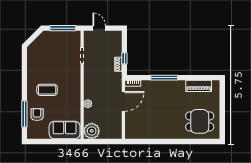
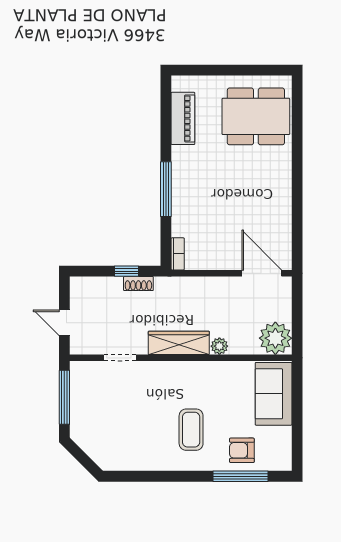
door: (99, 28) -> (64, 323), hinge flipped
wardrobe: (89, 84) -> (179, 343), added
door: (123, 101) -> (262, 273), moved
dining table: (200, 121) -> (256, 116), width x1.38

